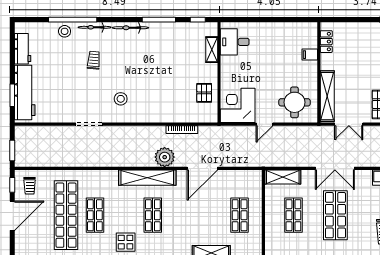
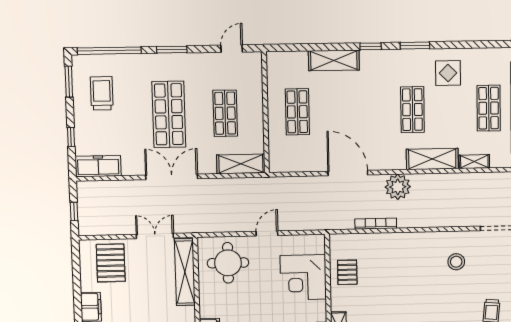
corner desk: (238, 105) -> (303, 277), moved, turned 90
door: (202, 168) -> (348, 173), hinge flipped
shelving: (106, 175) -> (474, 162), added
shelving: (147, 178) -> (432, 159), width x0.68

